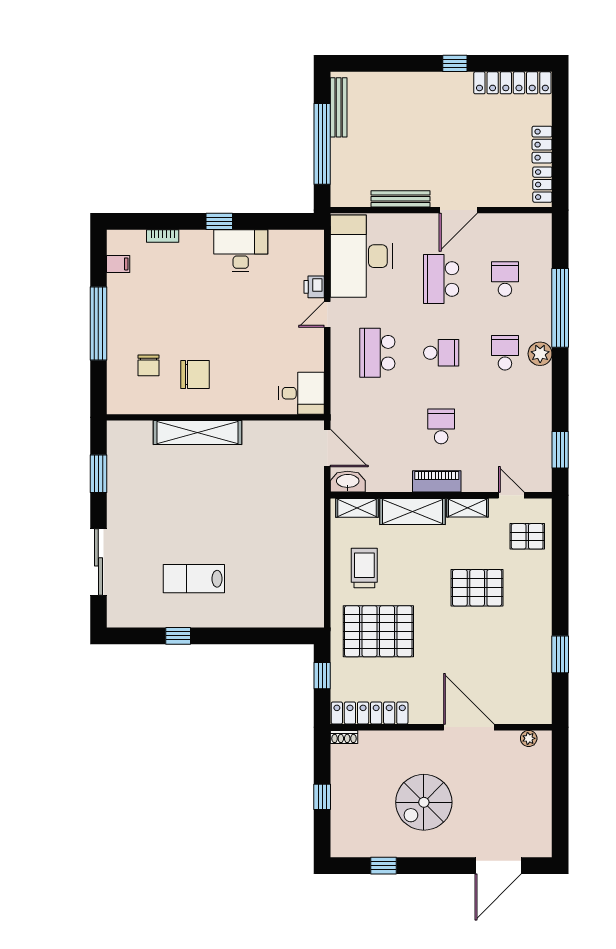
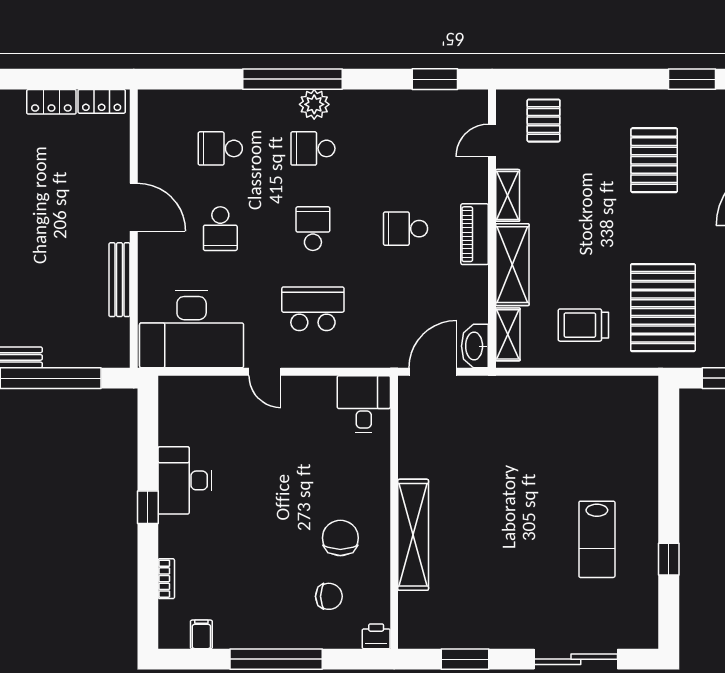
school desk: (441, 279) -> (220, 229), width x0.54
printer: (314, 287) -> (376, 636), moved, turned 180
window: (560, 308) -> (293, 79), moved
school desk: (377, 353) -> (313, 309), turned 180
pallet: (477, 588) -> (654, 160), moved

